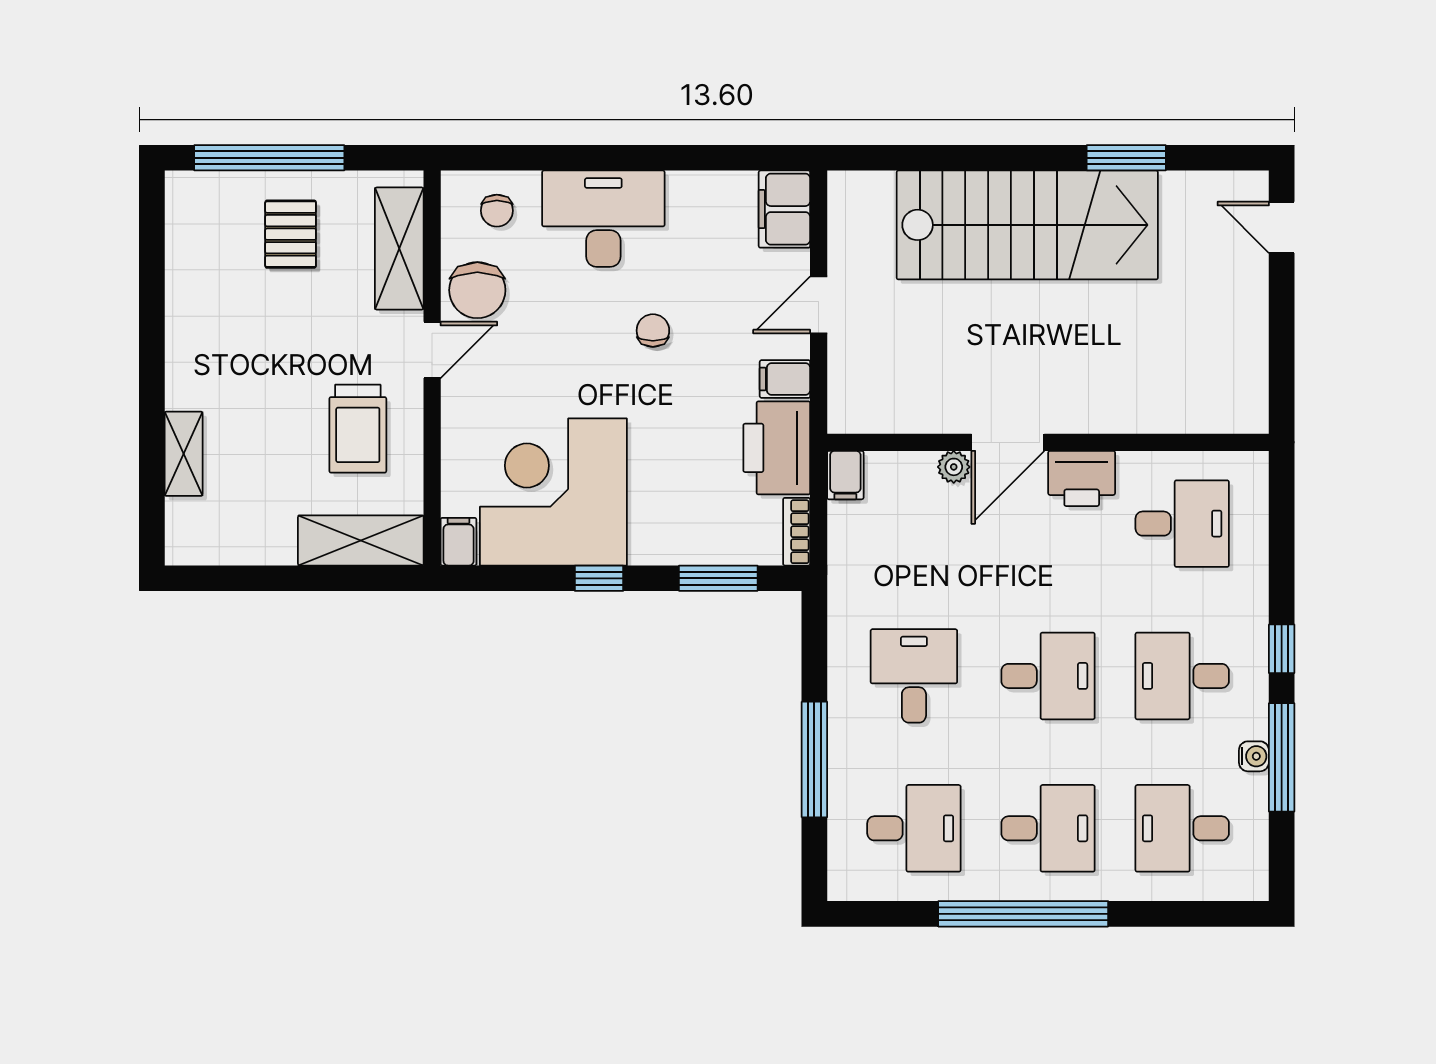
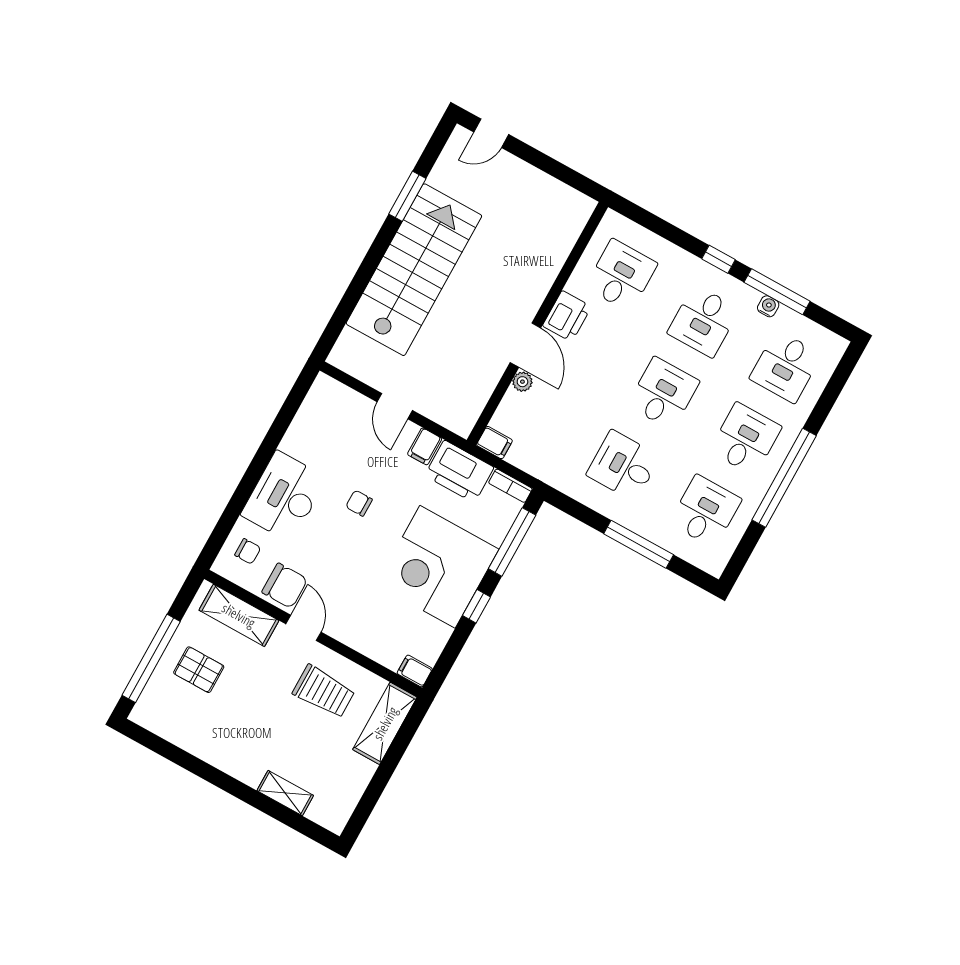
filing cabinet: (784, 209) -> (333, 396), removed
corner desk: (553, 492) -> (438, 567), moved
window: (718, 578) -> (512, 542), width x1.44

